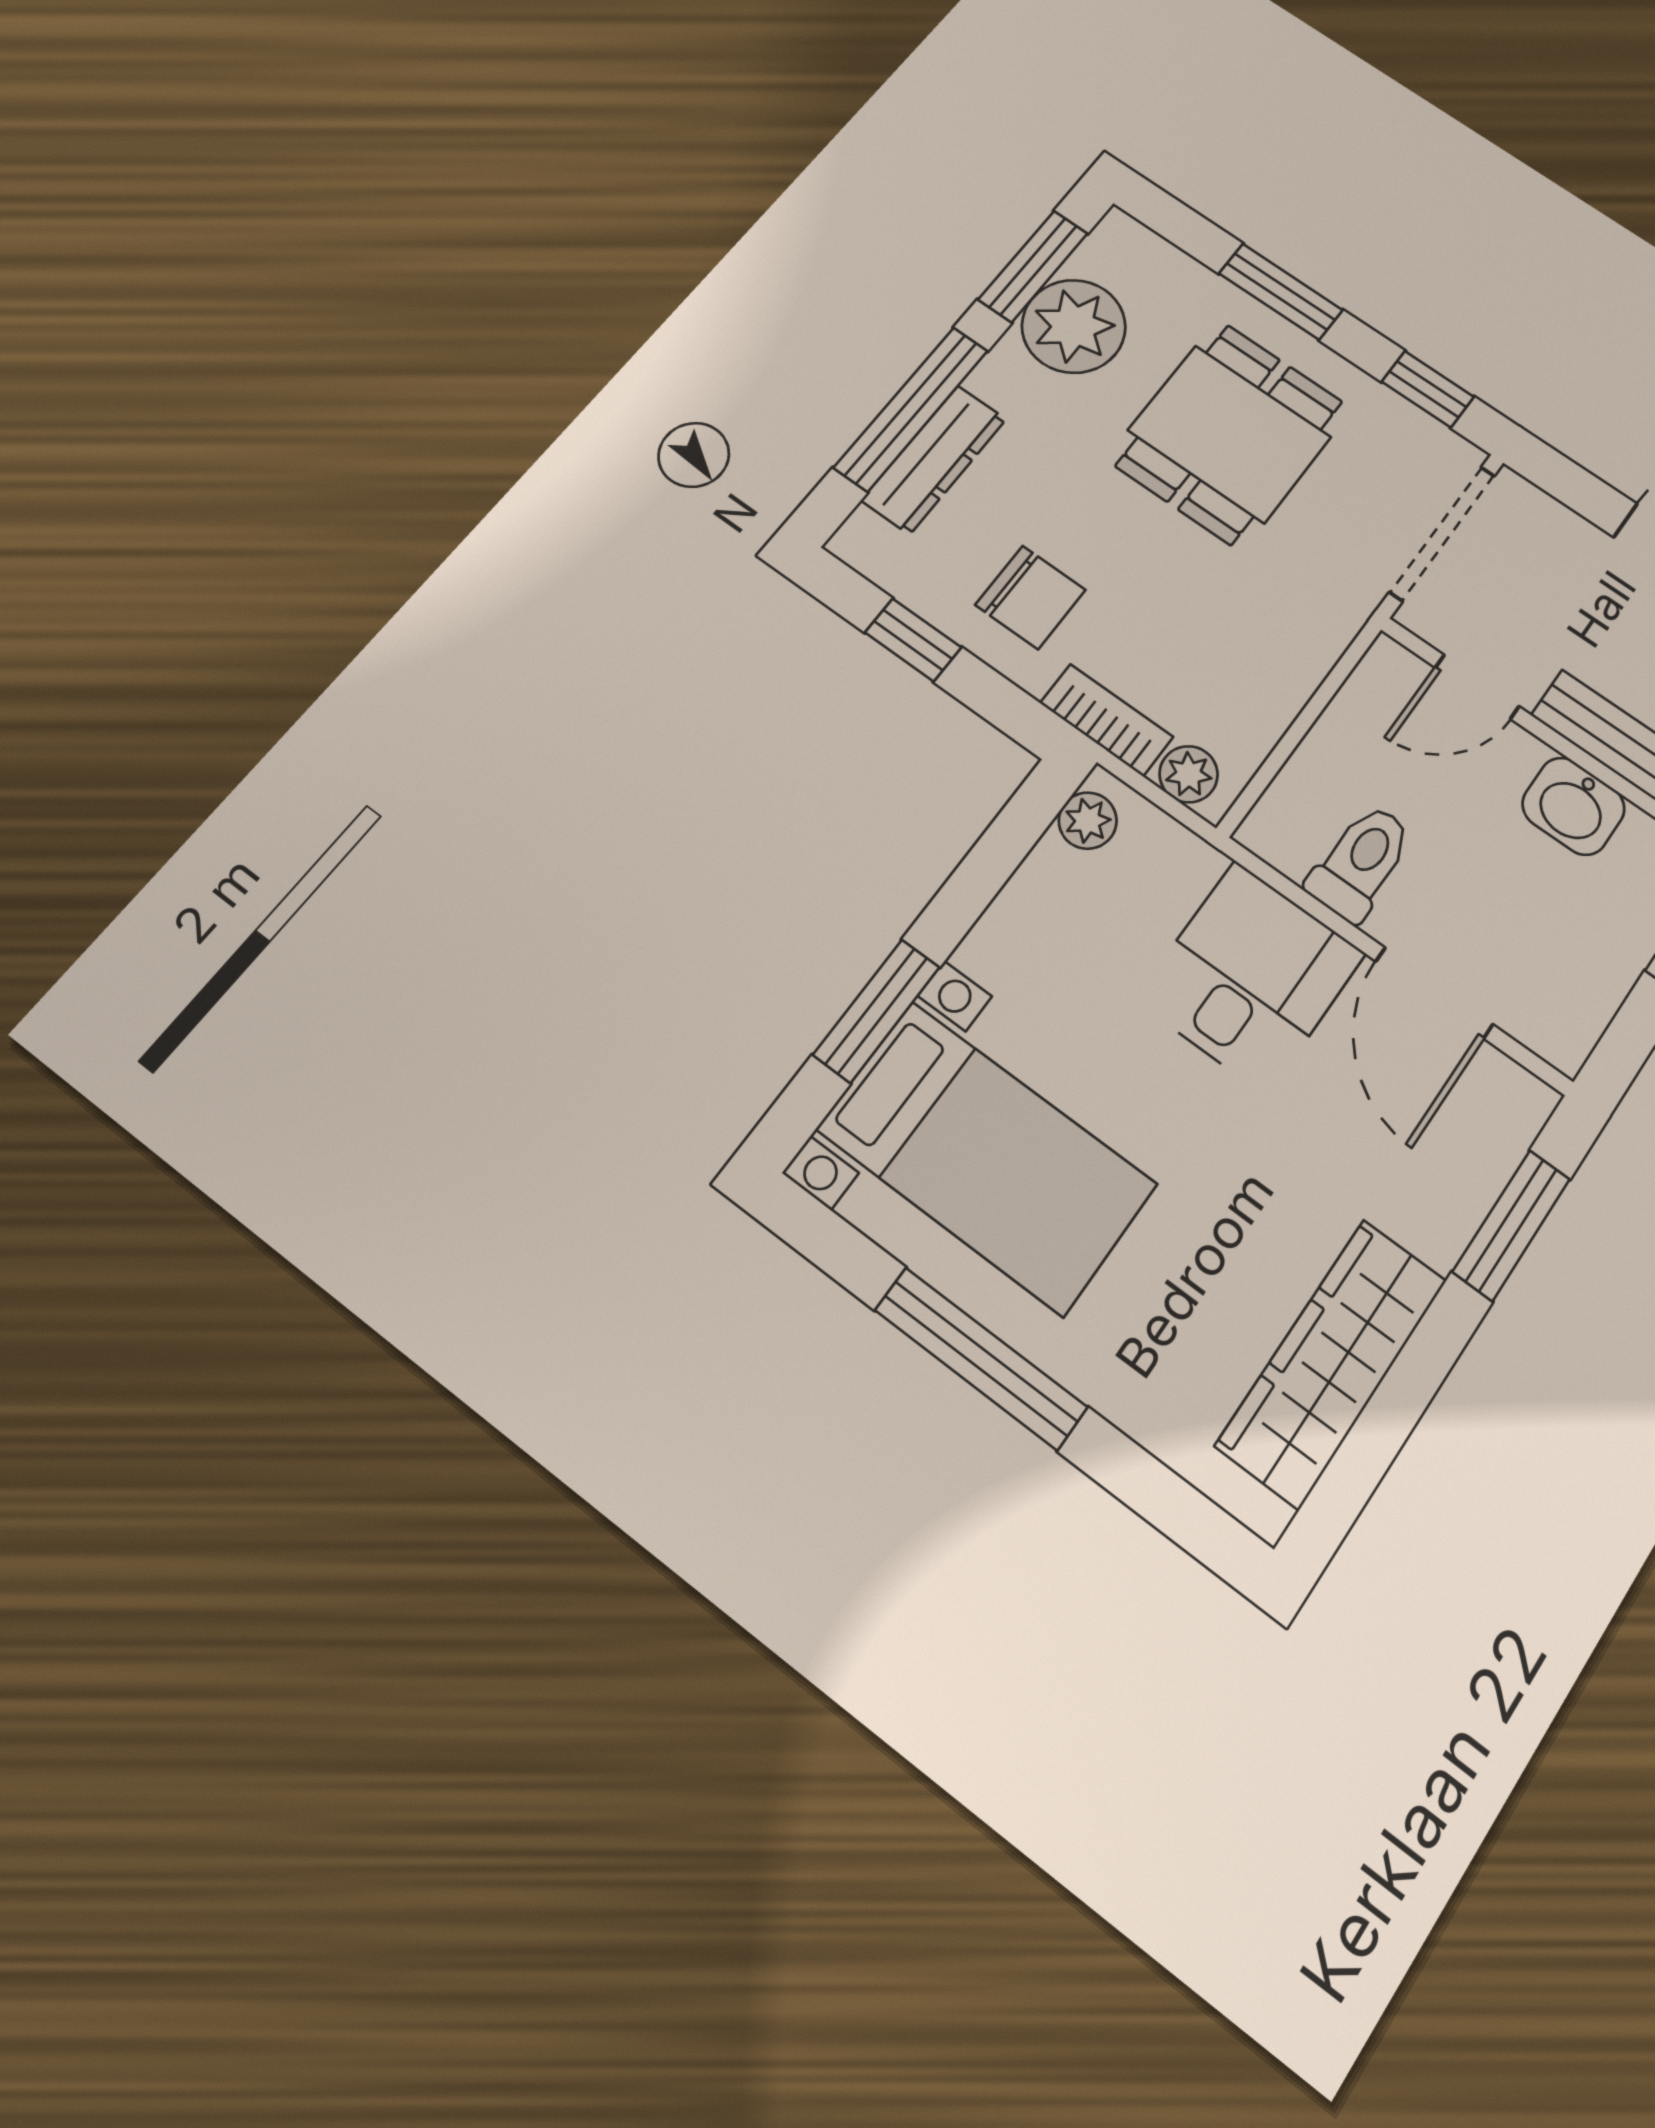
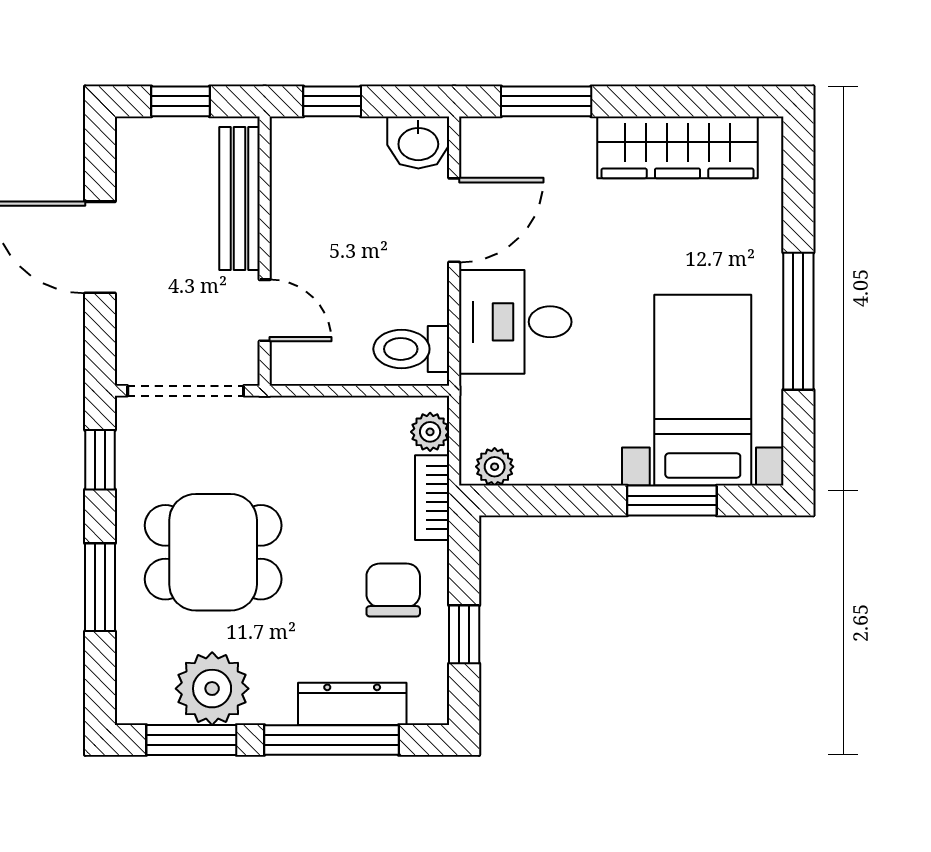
washbasin: (1573, 806) -> (418, 143), moved, turned 90
toilet: (1361, 862) -> (411, 349), moved

